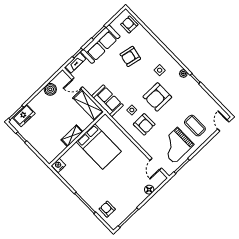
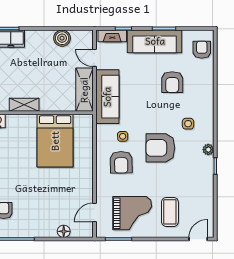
armchair: (130, 56) -> (172, 82), turned -102
sofa: (107, 101) -> (107, 97), width x1.36
shelving: (72, 136) -> (24, 105), moved
grand piano: (176, 145) -> (132, 213), turned 180

